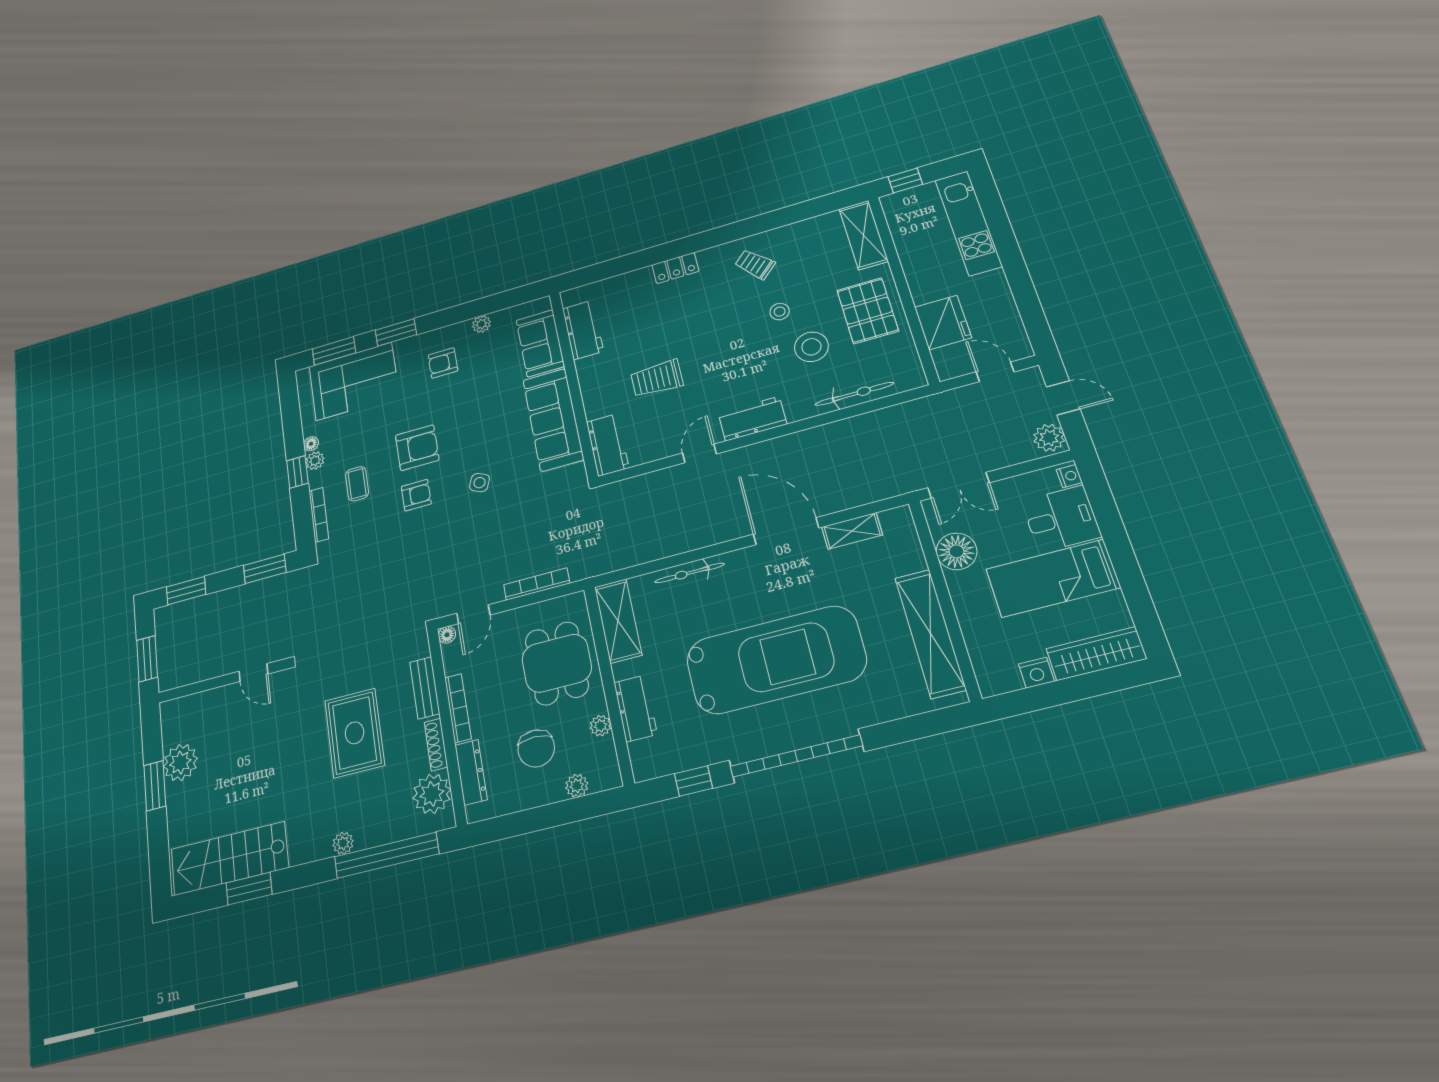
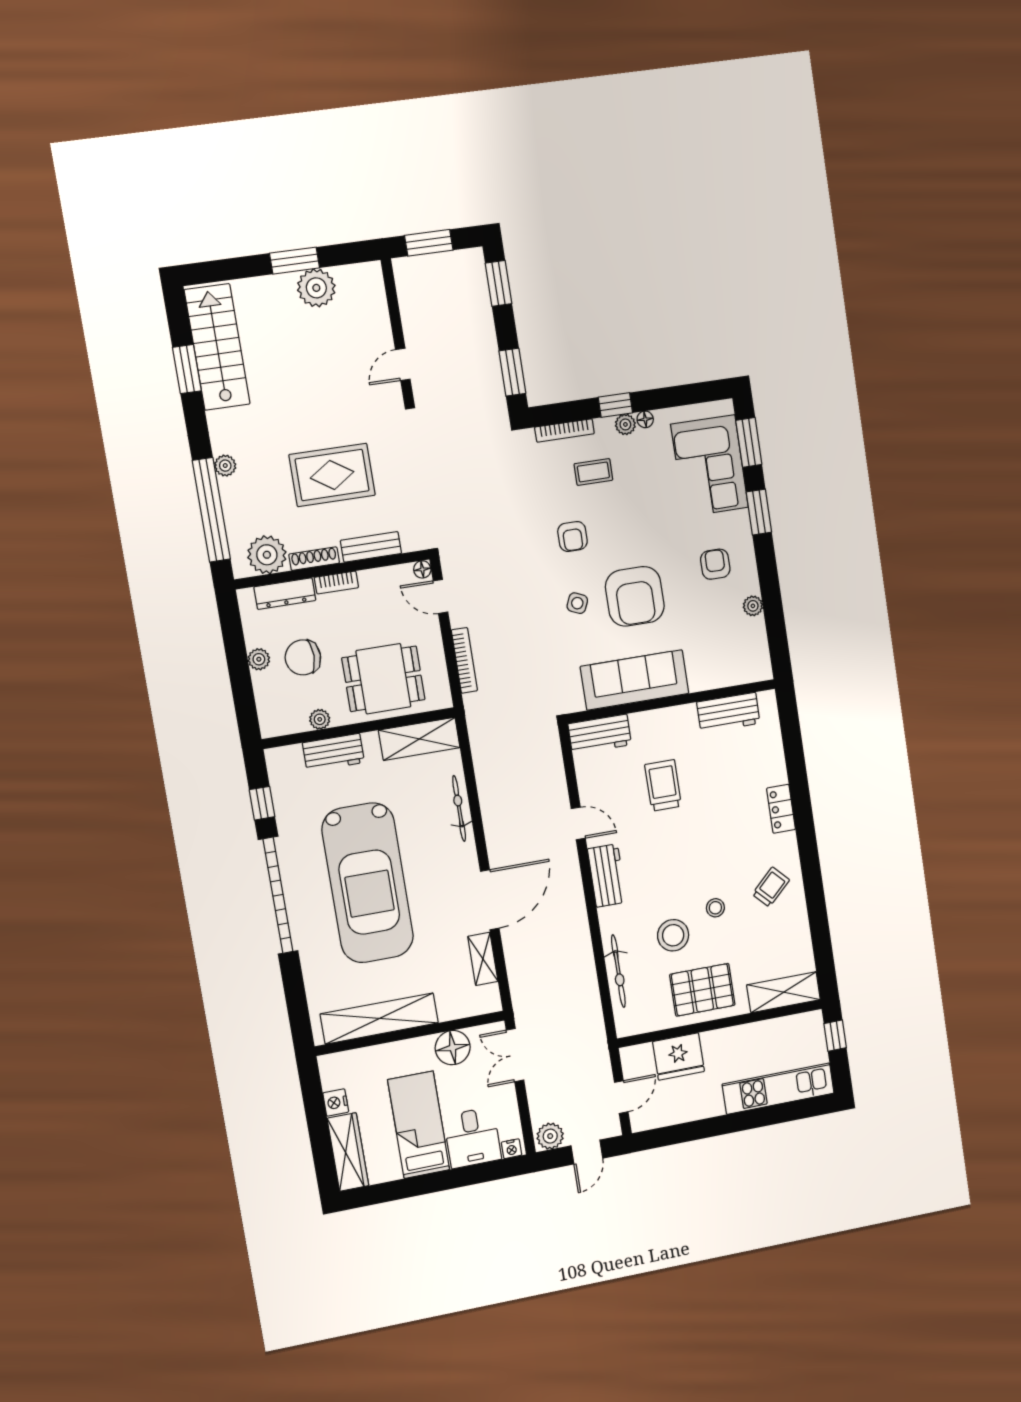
sofa: (540, 343) -> (721, 668), removed
armchair: (417, 448) -> (635, 596), moved, width x1.36, depth x1.36
bookcase: (458, 708) -> (336, 583), width x0.64
plant: (577, 786) -> (259, 659), moved

